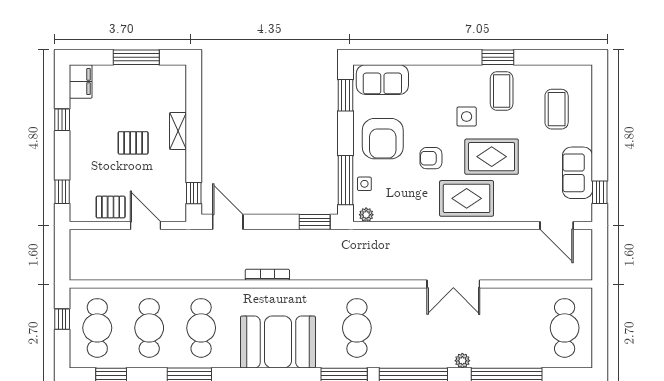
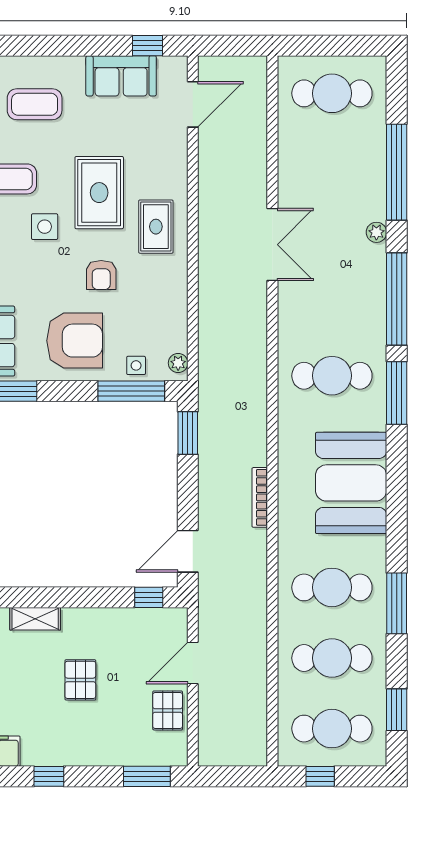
shelving: (178, 131) -> (35, 619), moved
window: (62, 192) -> (147, 776), width x1.50
rug: (467, 198) -> (156, 227), width x0.73, depth x0.70

